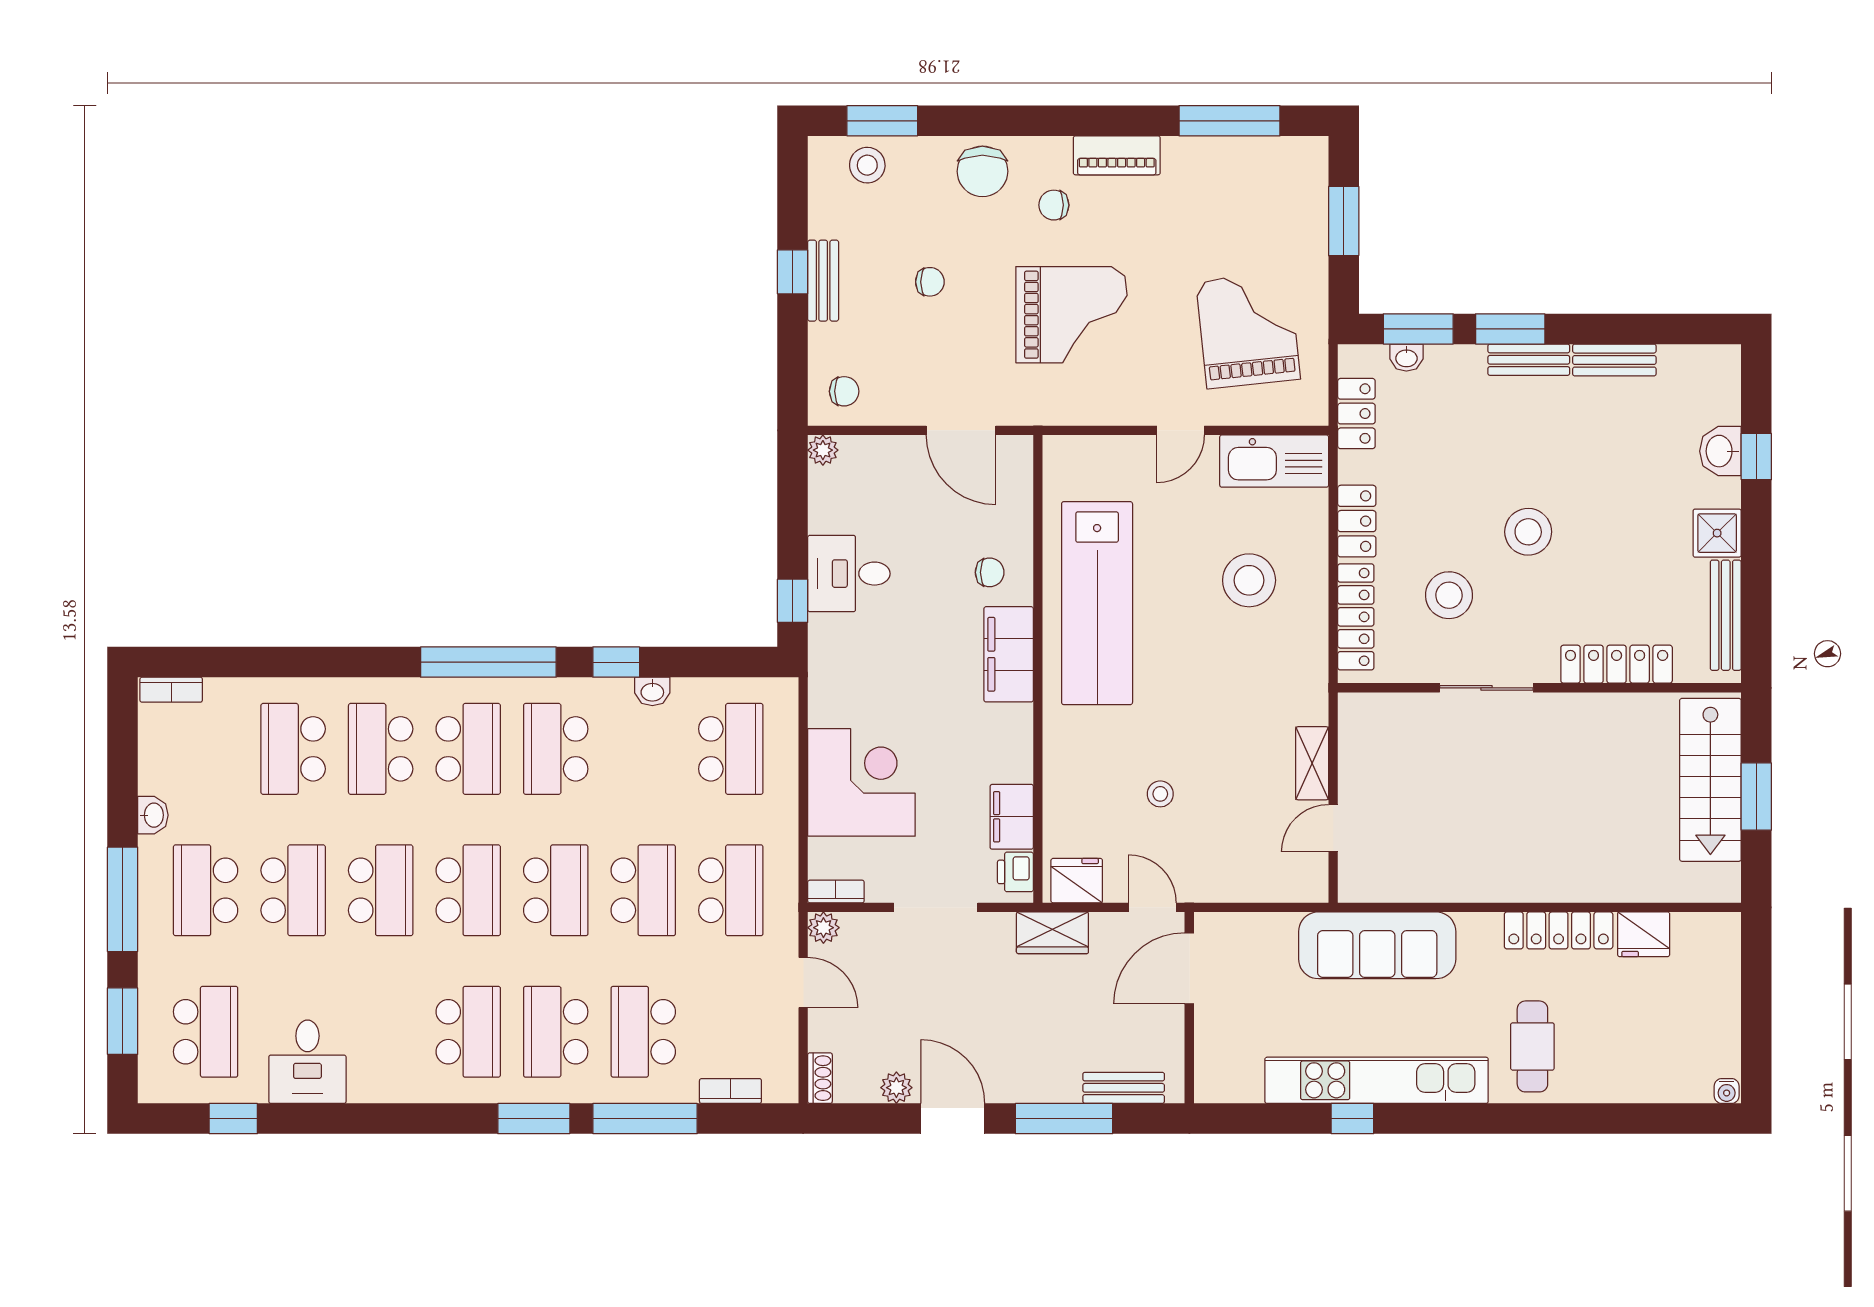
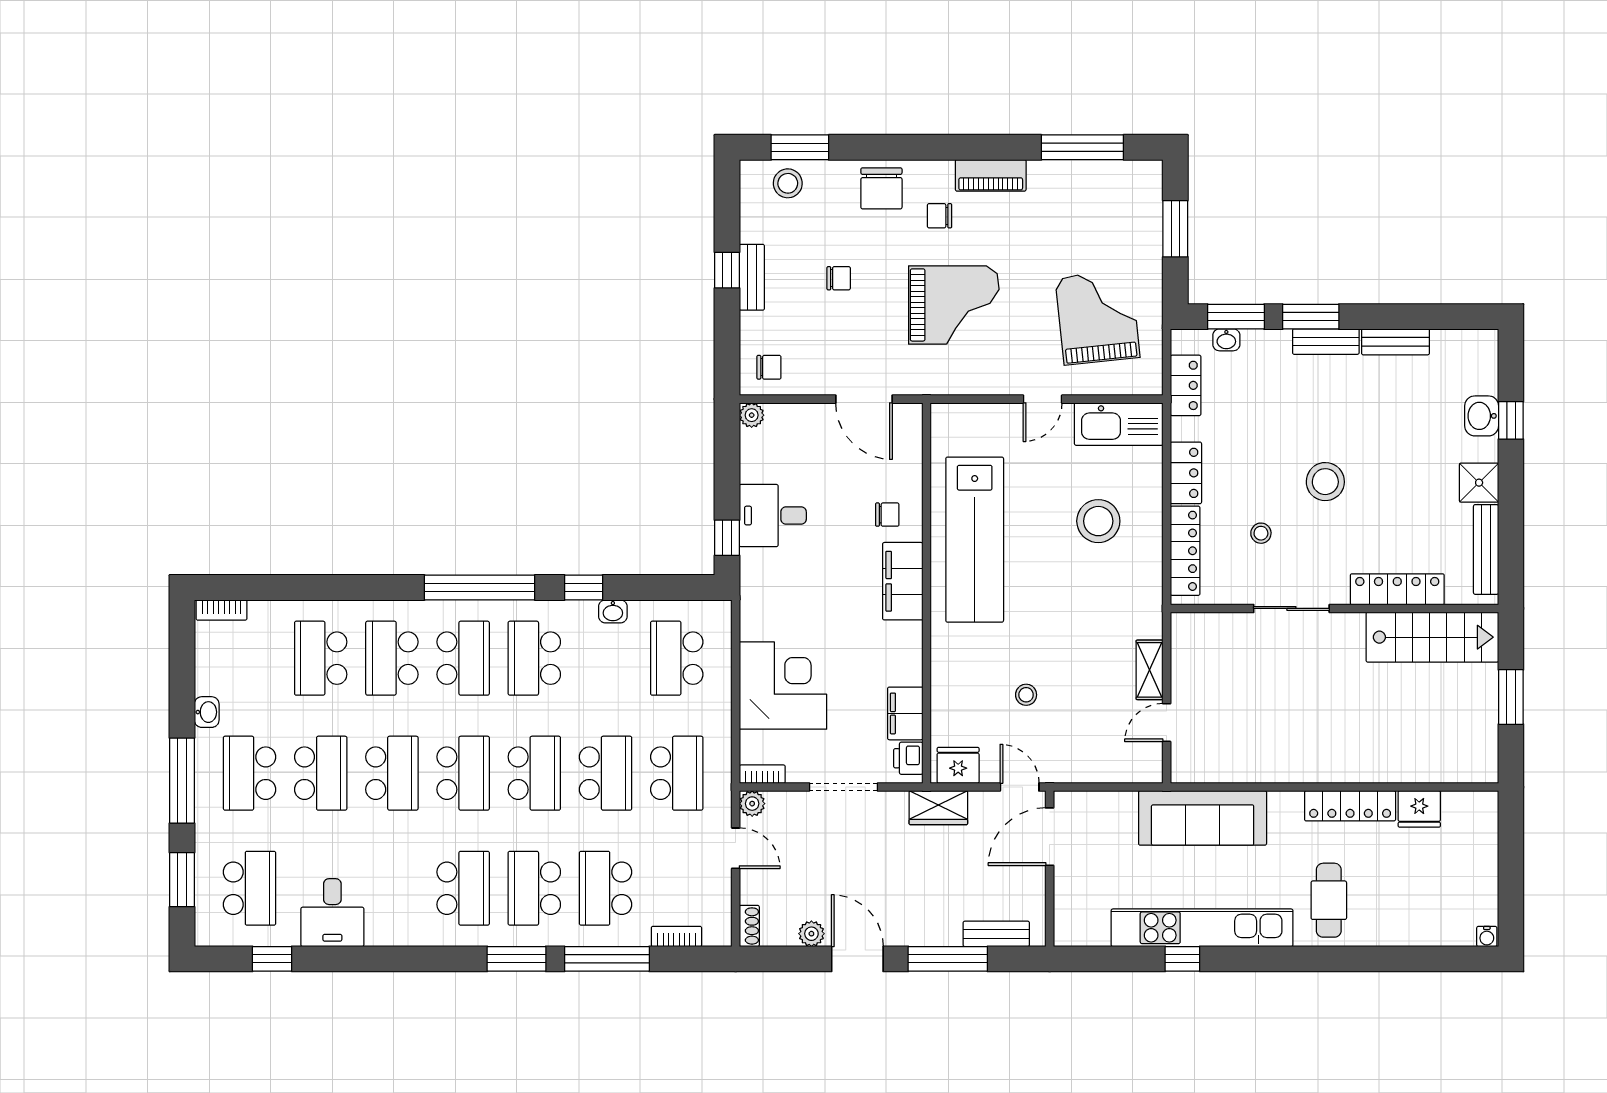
stool: (1449, 595) -> (1261, 533), width x0.53, depth x0.53
school desk: (731, 749) -> (677, 658), turned 180
stairs: (1710, 780) -> (1432, 637), moved, turned -90

